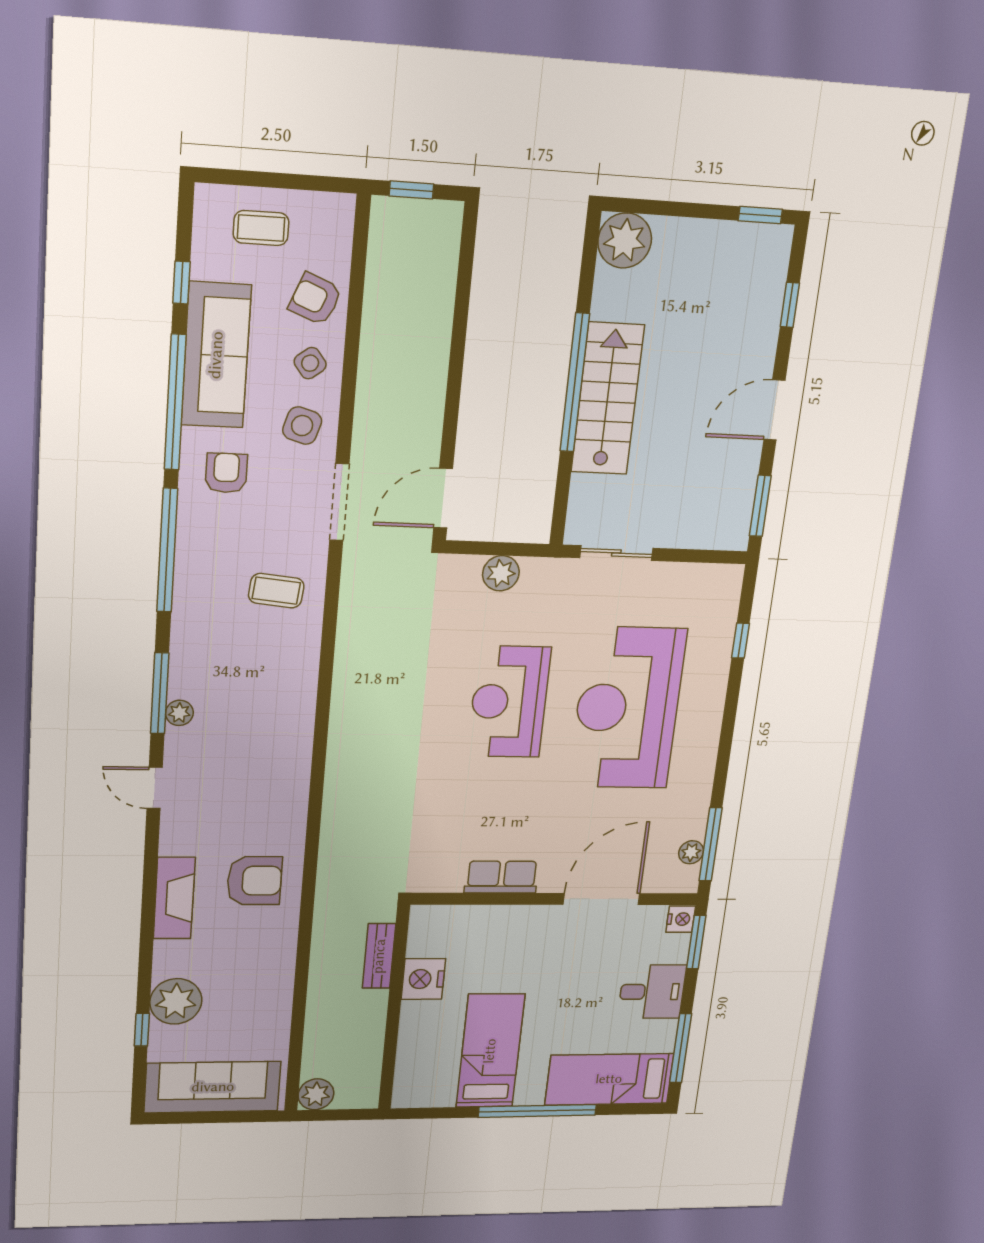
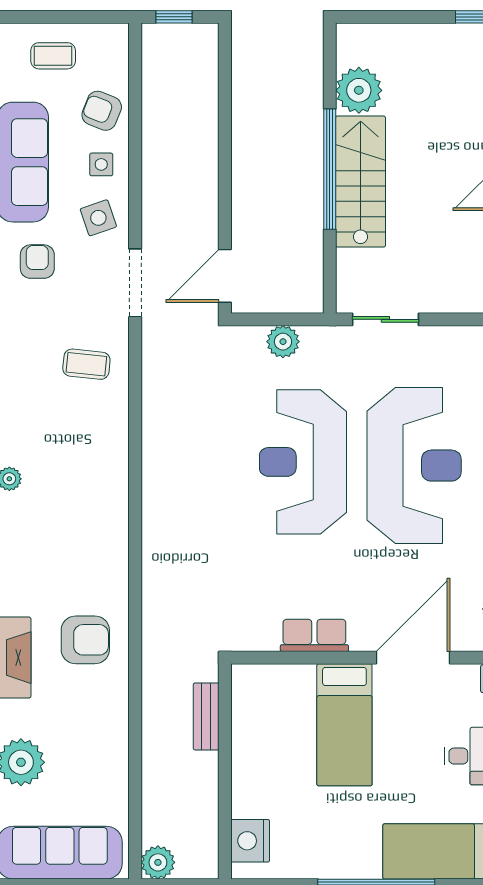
plant: (625, 241) -> (359, 90), moved
side table: (310, 363) -> (101, 164), turned 37
side table: (302, 426) -> (98, 218), turned -36
reception desk: (509, 702) -> (303, 462), width x1.36, depth x1.30
reception desk: (627, 708) -> (414, 466), turned 180
nightstand: (423, 979) -> (250, 841), moved
bed: (490, 1051) -> (344, 725), moved, turned 180

